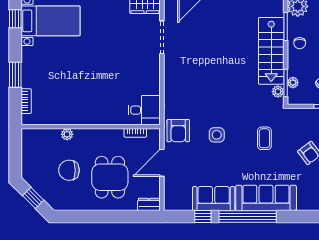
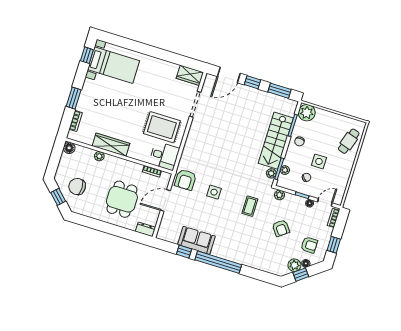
rug: (131, 77) -> (162, 127), added
plant: (296, 114) -> (280, 195), added
wardrobe: (77, 116) -> (111, 145), added
floor lamp: (28, 136) -> (69, 148), added
chair: (69, 170) -> (77, 187), moved
sofa: (266, 198) -> (237, 252), removed

